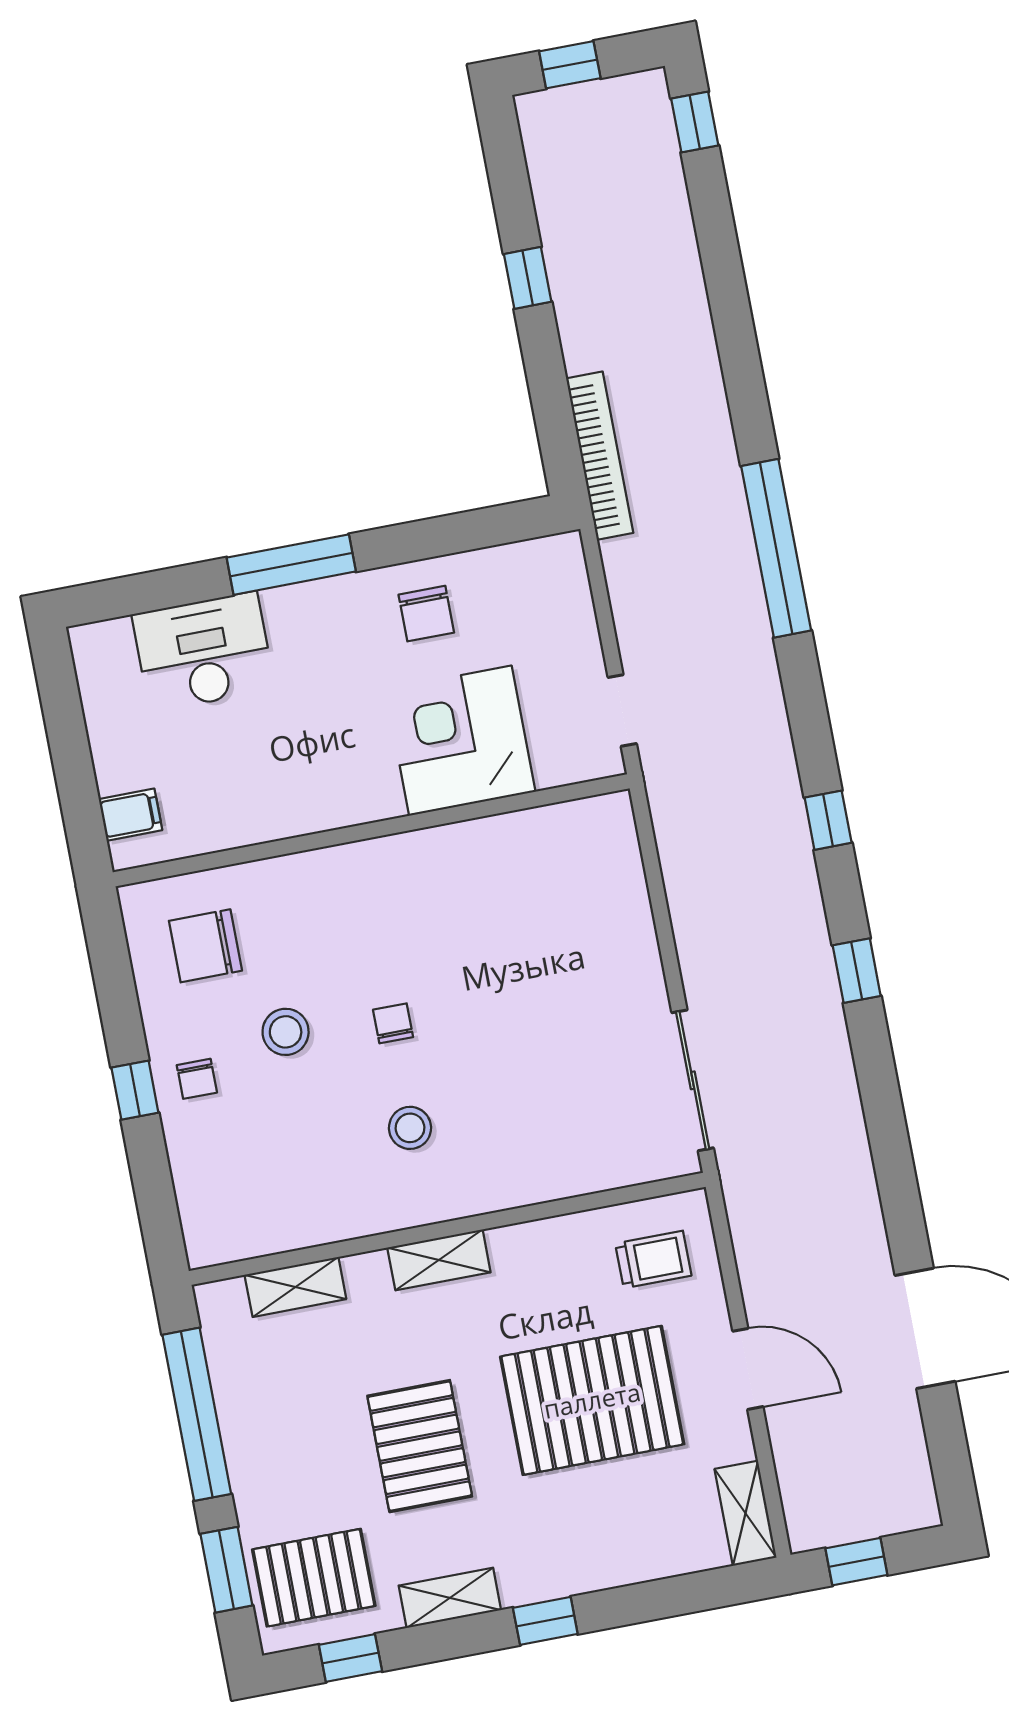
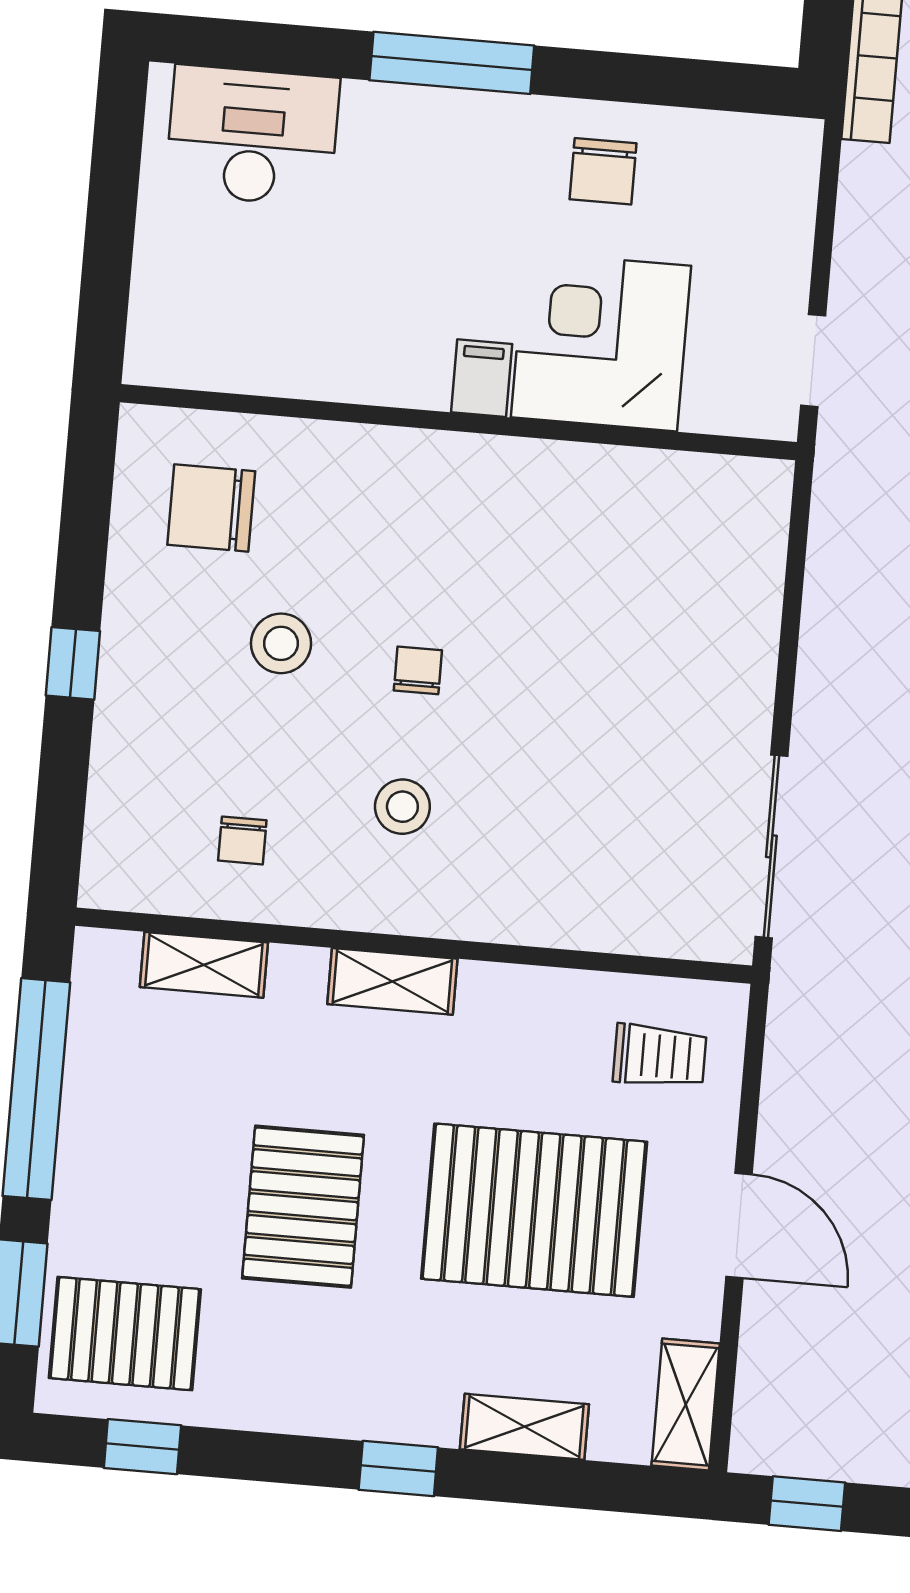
desk: (203, 652) -> (252, 136), moved
filing cabinet: (130, 815) -> (482, 378), moved, turned -90
chair: (197, 1079) -> (242, 840), moved
shelving: (450, 1598) -> (524, 1427), moved

